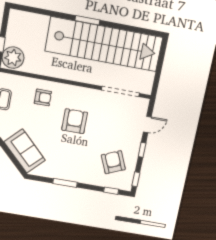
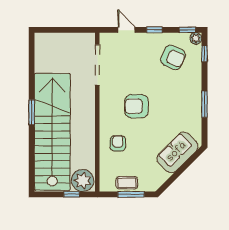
stairs: (104, 44) -> (52, 132), moved
armchair: (113, 162) -> (173, 57), turned -133
plant: (126, 185) -> (196, 38), added

